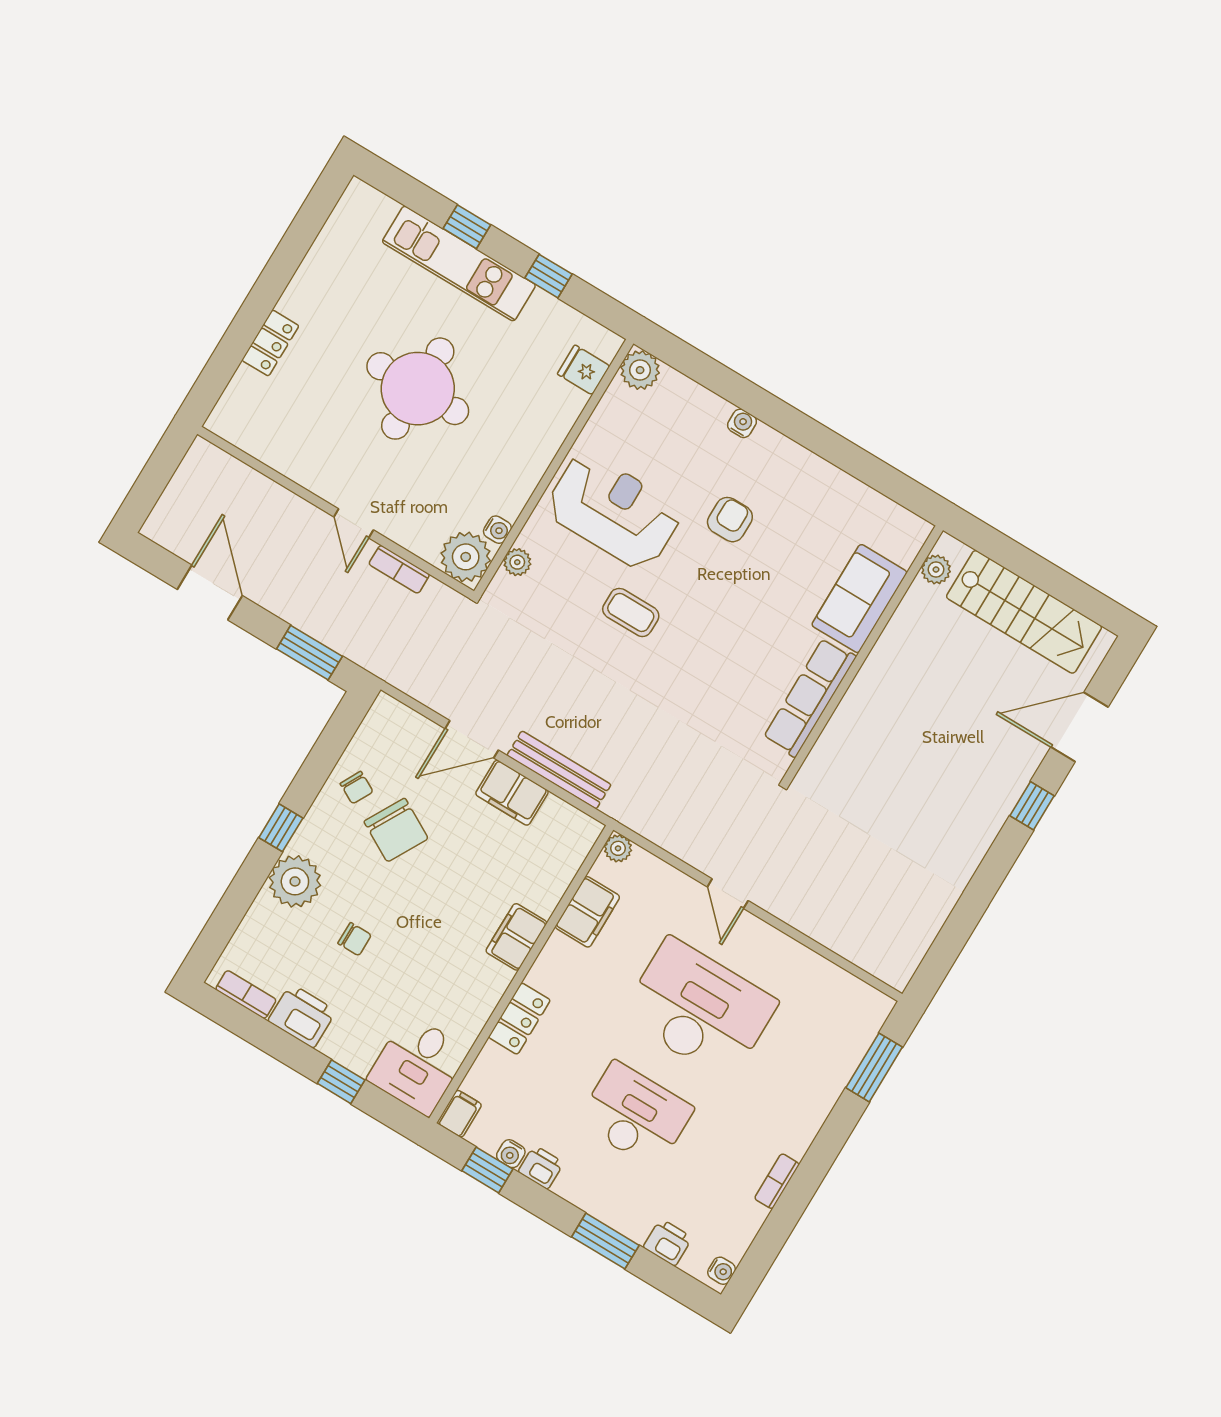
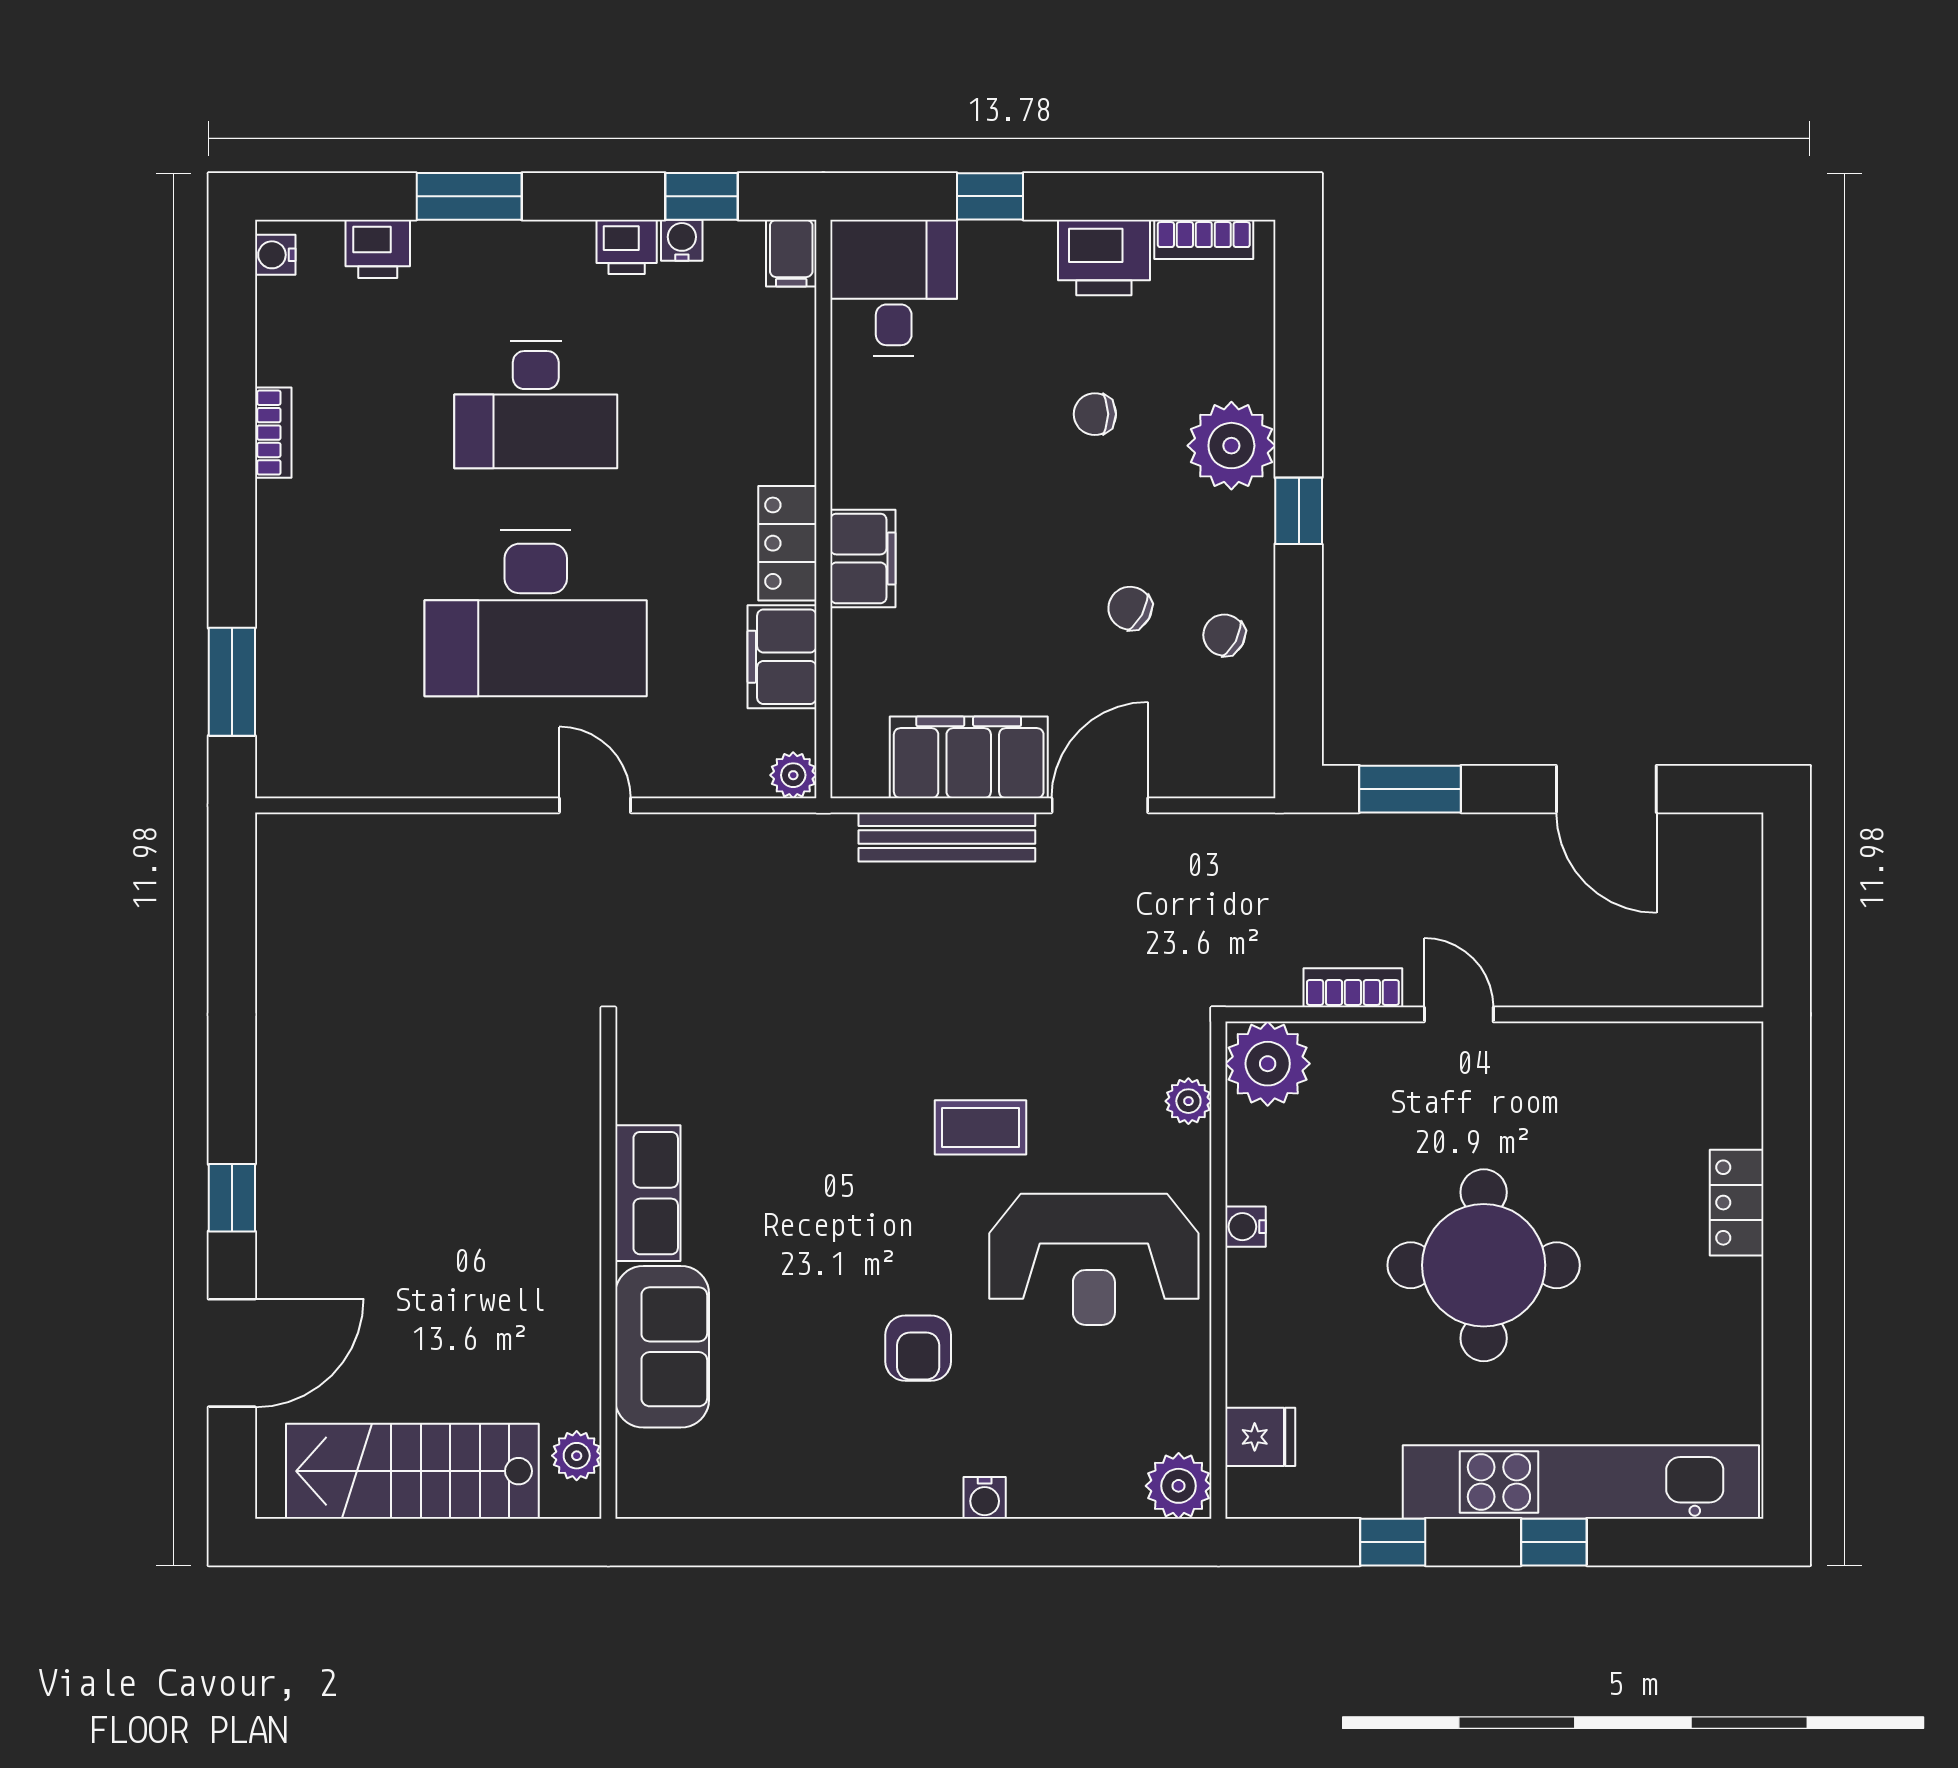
kitchen unit: (459, 263) -> (1581, 1482), width x1.36
water cooler: (497, 530) -> (1246, 1227), moved
row of seats: (810, 697) -> (648, 1193), width x0.68
filing cabinet: (512, 793) -> (969, 757), width x1.50, depth x1.17
chair: (396, 830) -> (1130, 608), width x0.54, depth x0.54
locker: (519, 1019) -> (787, 543), moved

